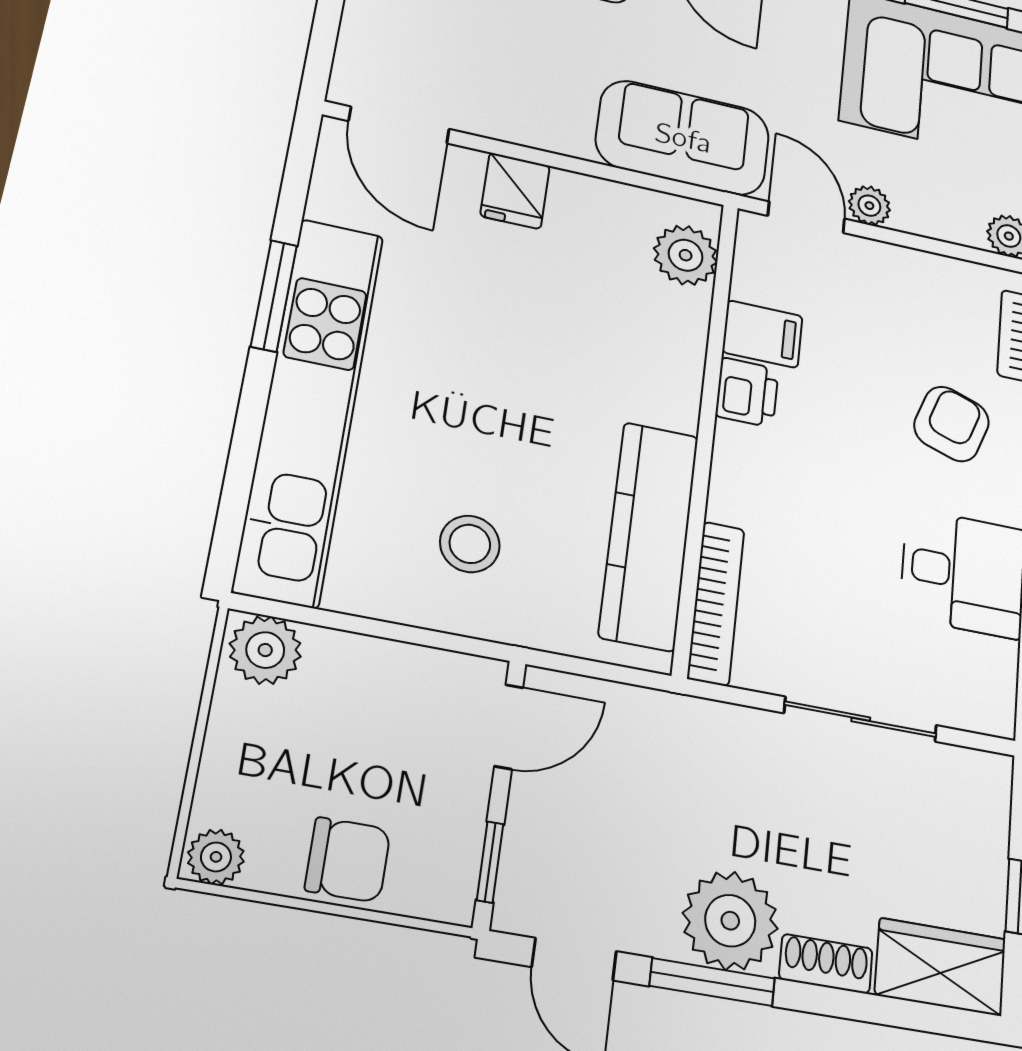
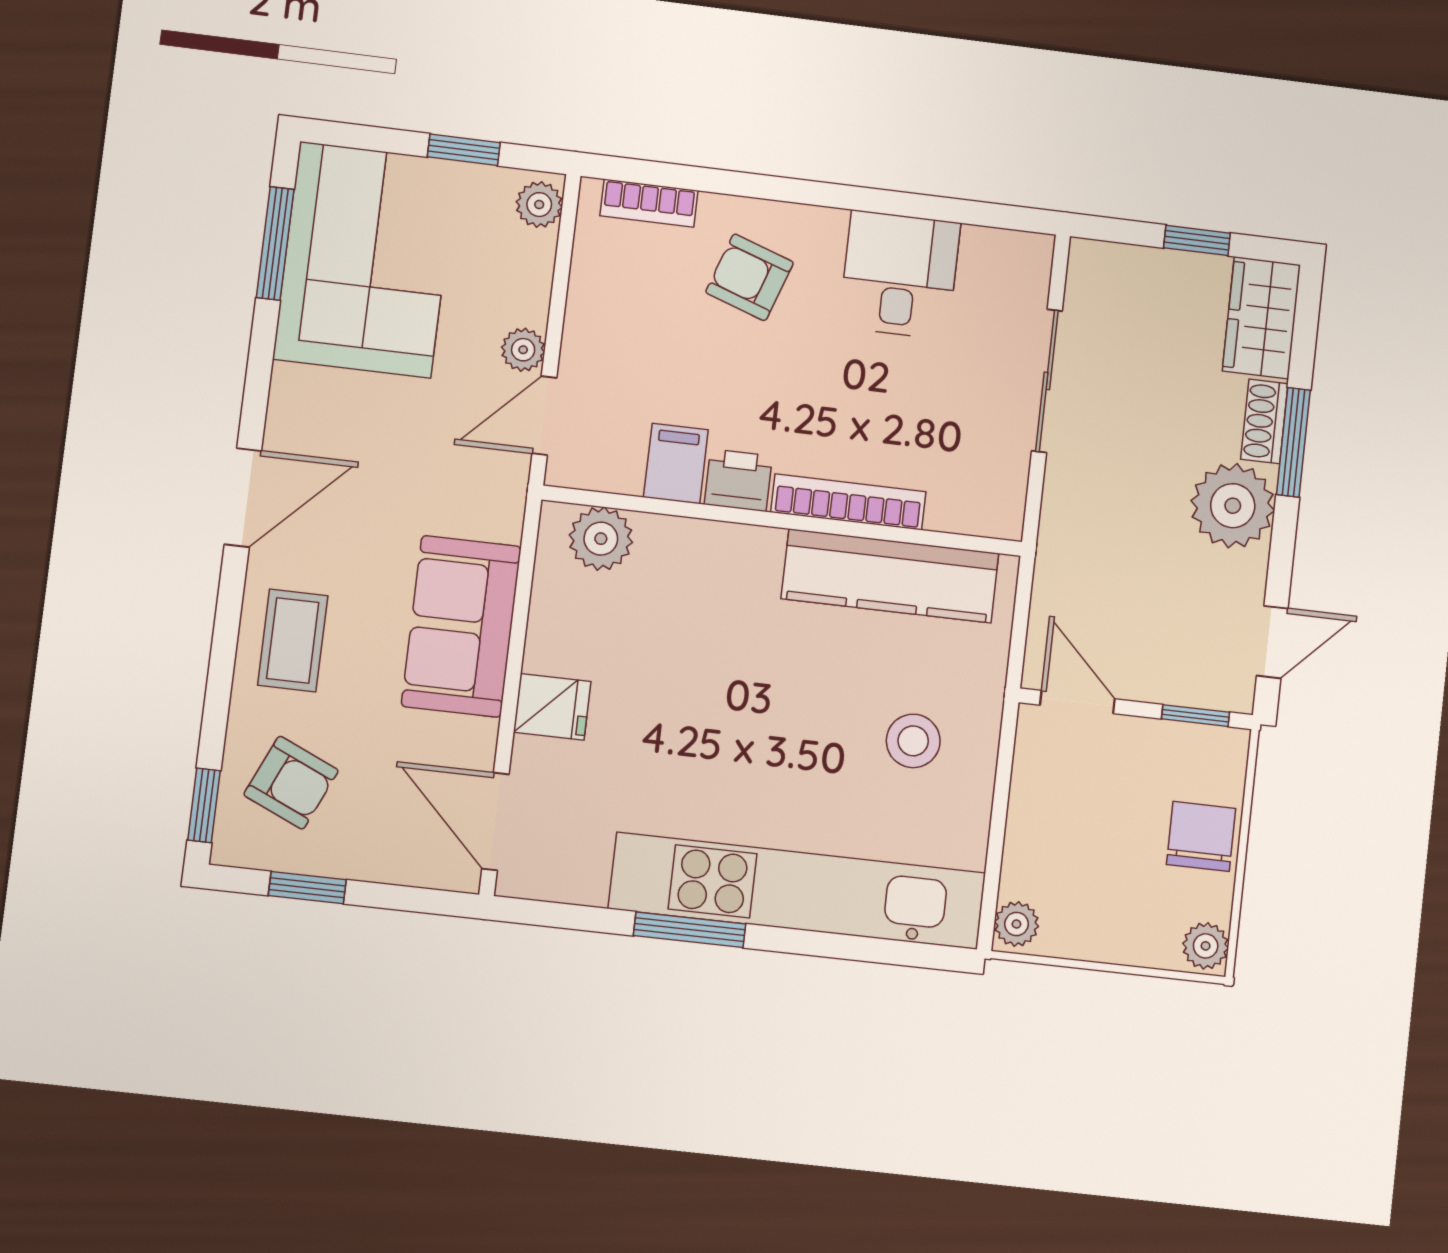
door: (399, 125) -> (495, 822), swing flipped
sofa: (683, 138) -> (461, 626), moved
bookcase: (716, 603) -> (848, 502), moved
plant: (265, 650) -> (1016, 924), width x0.73, depth x0.73
window: (712, 982) -> (1293, 442), moved

